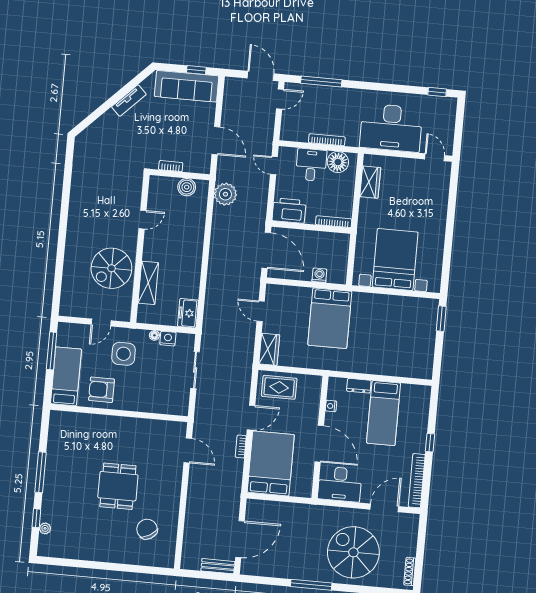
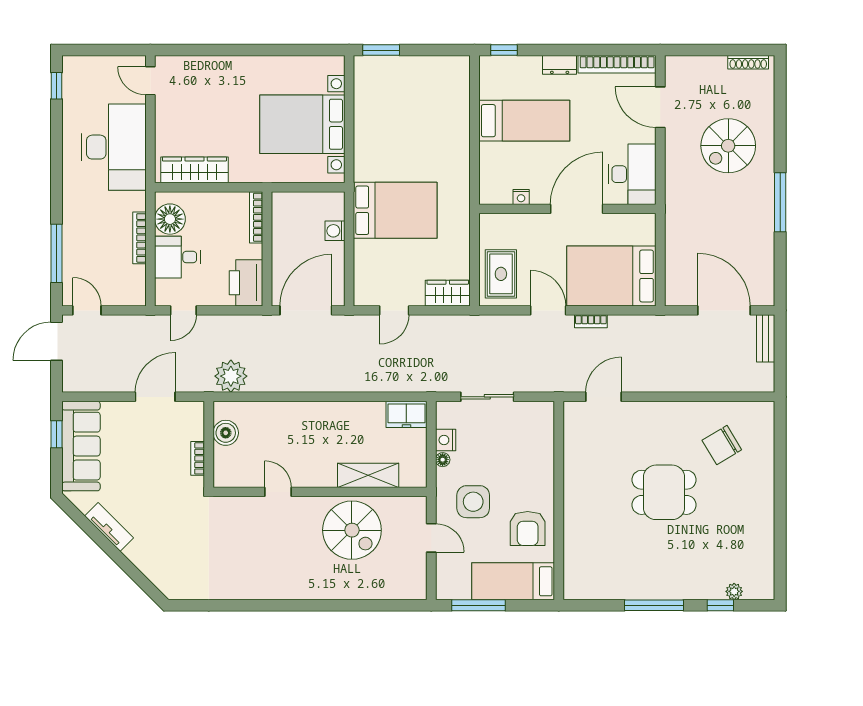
door: (435, 157) -> (150, 81), hinge flipped
wardrobe: (370, 182) -> (194, 170), width x1.50
dresser: (359, 386) -> (560, 65), moved, turned 90
window: (430, 443) -> (504, 50), moved
spiral stairs: (353, 552) -> (728, 146), width x0.73, depth x0.73

